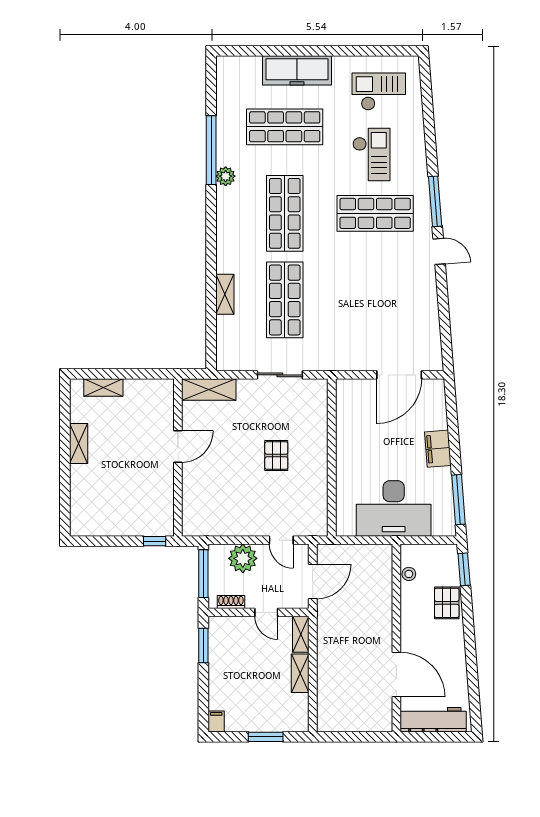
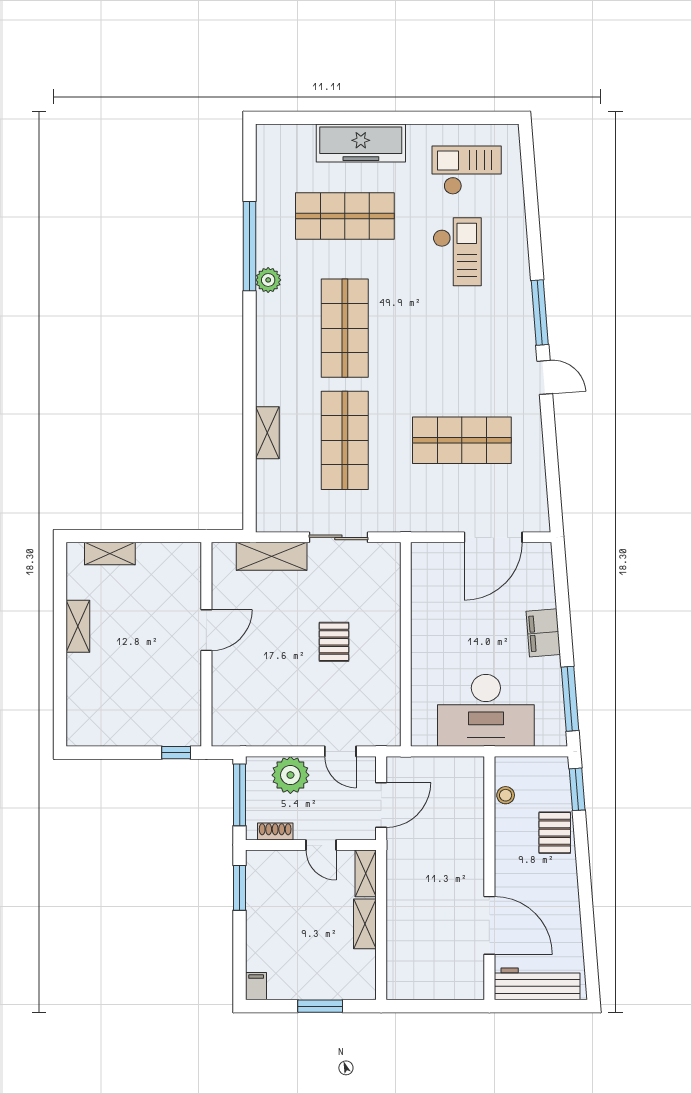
shop shelf: (375, 213) -> (462, 440), moved
shelving: (209, 390) -> (272, 556), moved

